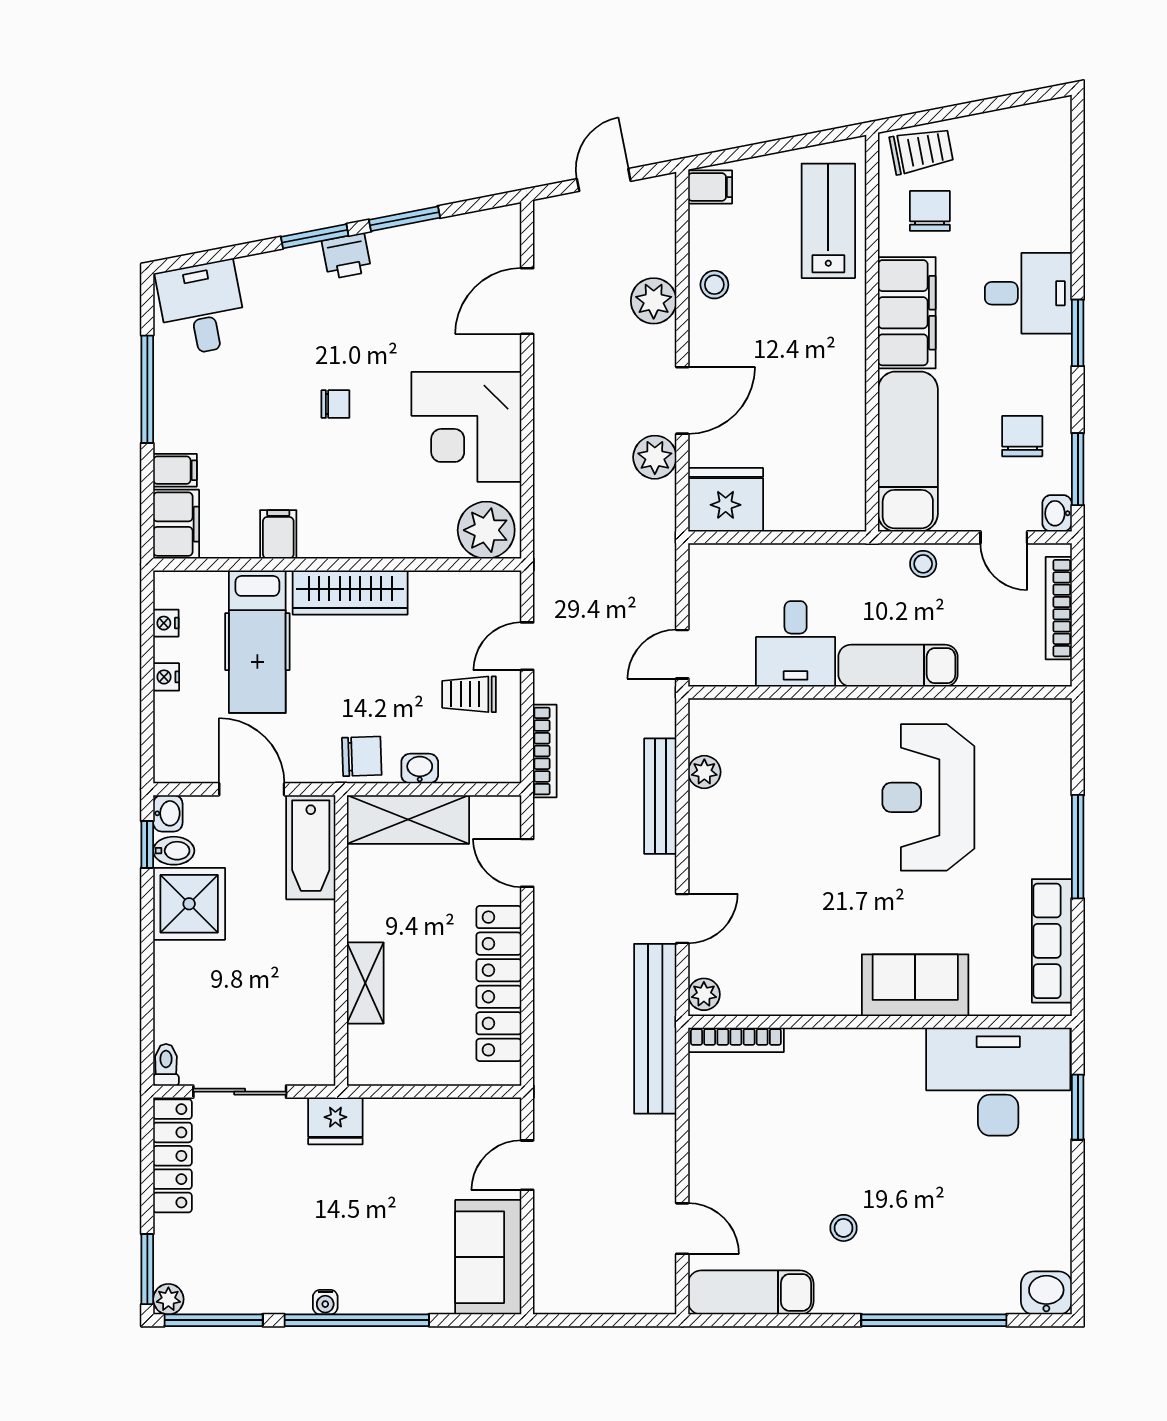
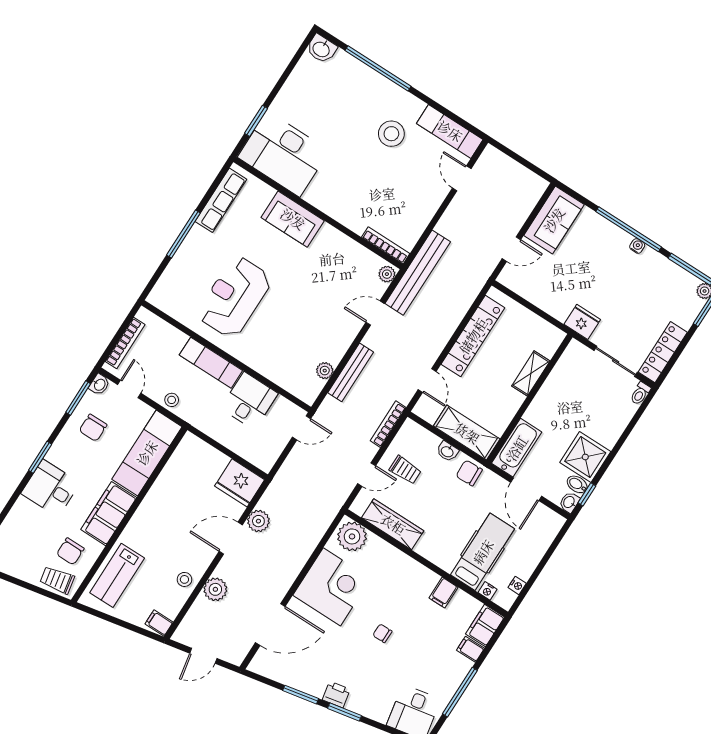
door: (527, 301) -> (270, 624), width x1.36
wardrobe: (350, 592) -> (393, 524), moved
nightstand: (166, 677) -> (488, 591), moved, turned 90
reception desk: (928, 797) -> (234, 297), turned 180
stool: (844, 1228) -> (391, 134), width x1.89, depth x1.89

